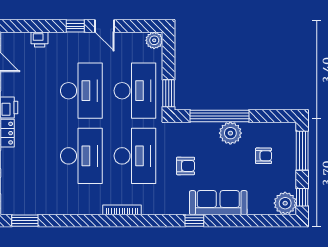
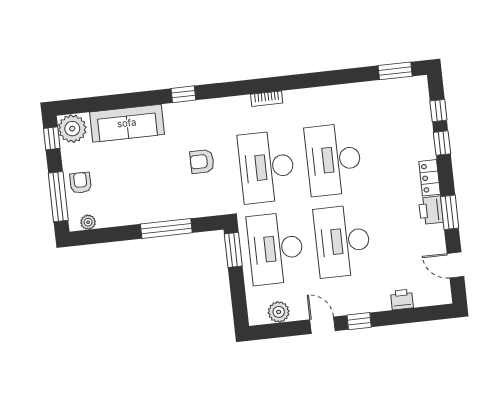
plant: (154, 40) -> (279, 312), moved
window: (220, 116) -> (166, 228), width x0.68
plant: (230, 133) -> (88, 222), moved, width x0.53, depth x0.53
armchair: (264, 156) -> (80, 183), moved, turned 90
sofa: (218, 203) -> (127, 123), moved
bookcase: (122, 210) -> (267, 99), width x0.64

